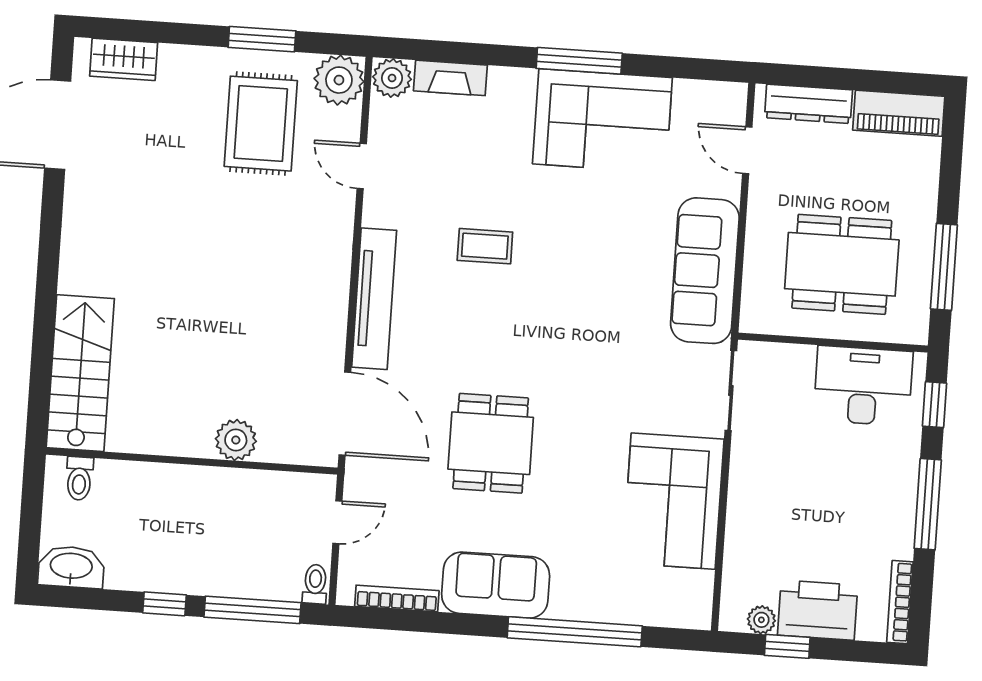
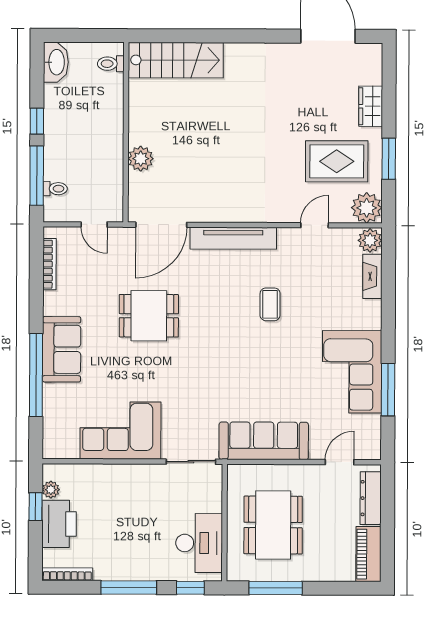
wardrobe: (124, 59) -> (371, 106), moved
window: (579, 61) -> (388, 390), moved
toilet: (315, 584) -> (55, 189), moved
sofa: (496, 585) -> (62, 349), moved

